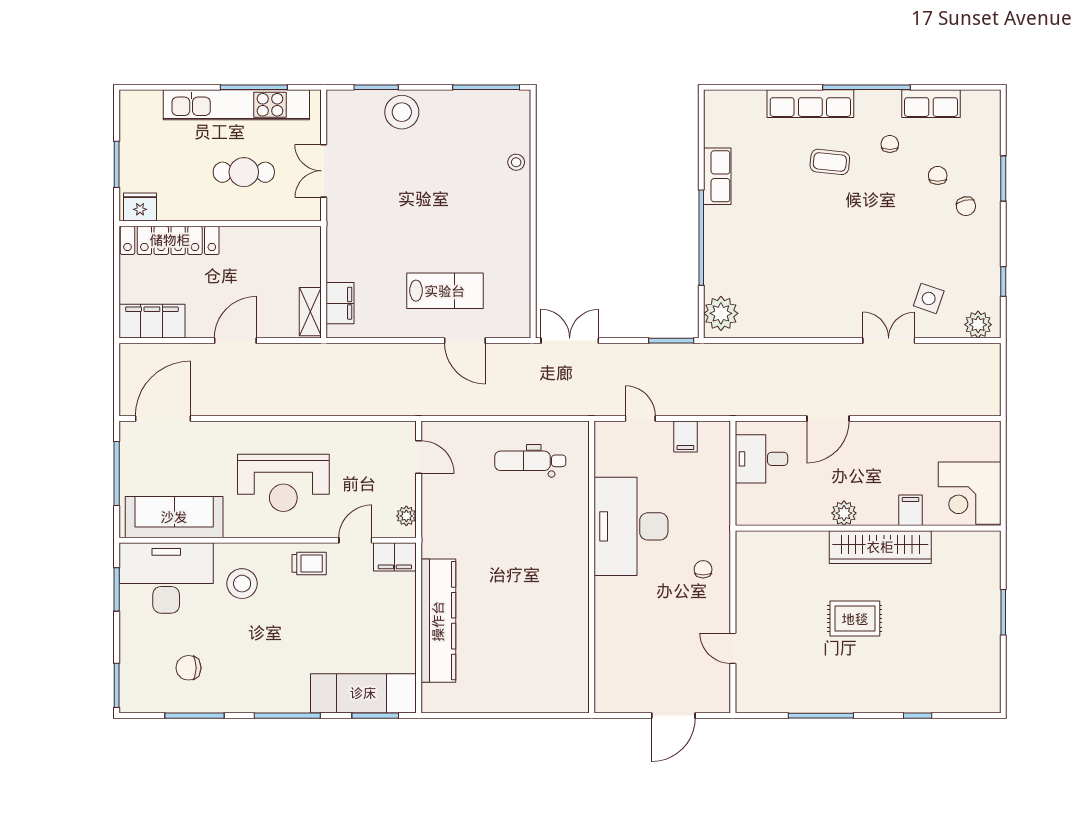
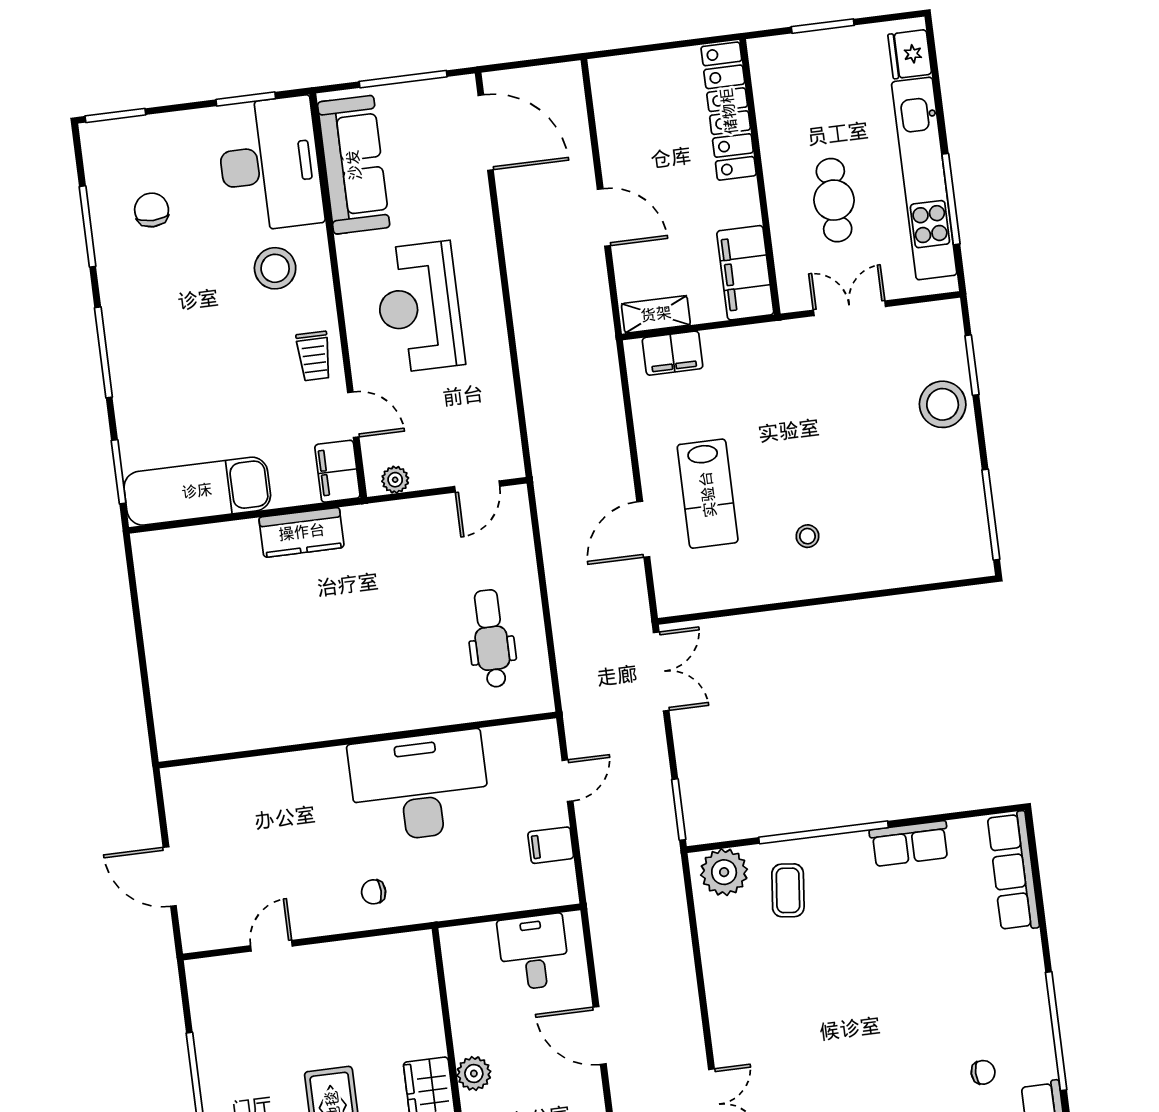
row of seats: (810, 104) -> (1013, 871), moved
stool: (516, 162) -> (807, 536), moved
coffee table: (830, 162) -> (788, 890), moved
fridge: (140, 207) -> (910, 54), moved, turned 180
filing cabinet: (152, 321) -> (745, 273), moved, turned 180
chair: (703, 569) -> (374, 892), turned 180
kitchen counter: (438, 621) -> (302, 532), width x0.48, depth x0.86
exam couch: (363, 693) -> (197, 491), moved, turned -90

